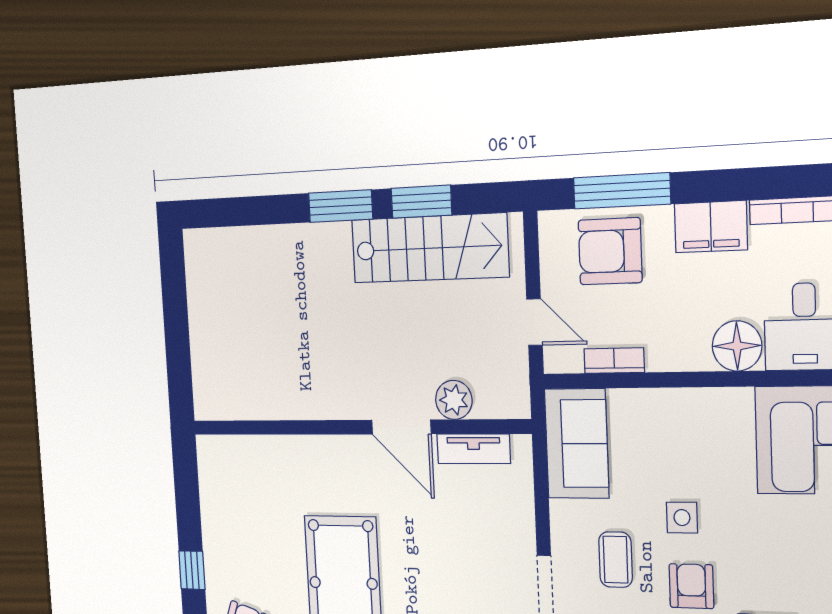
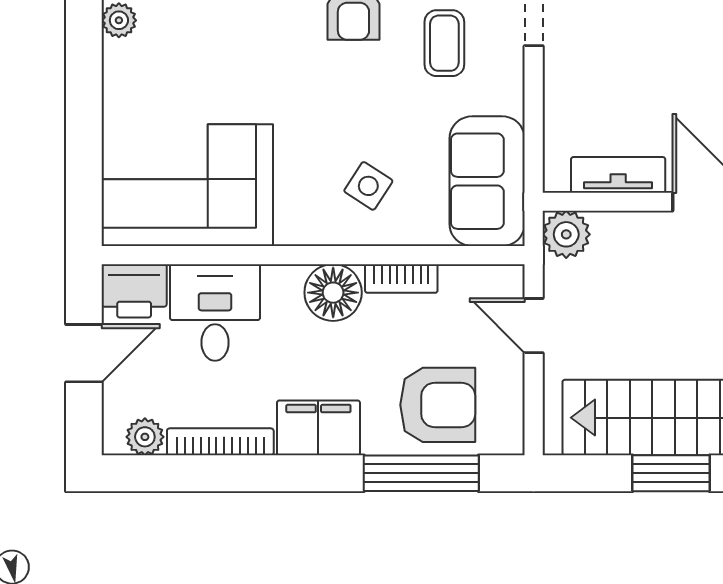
floor lamp: (737, 346) -> (333, 293), moved
bookcase: (614, 361) -> (401, 278), moved
plant: (454, 400) -> (566, 234), moved
side table: (682, 518) -> (368, 186), moved, turned 33

